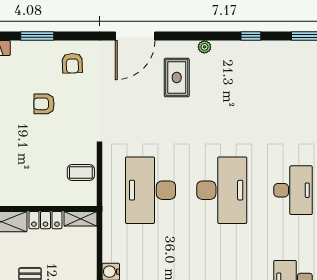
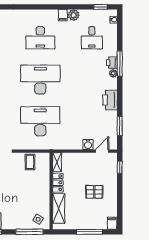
desk: (150, 190) -> (40, 121), turned 180
desk: (293, 190) -> (40, 38), turned 180

